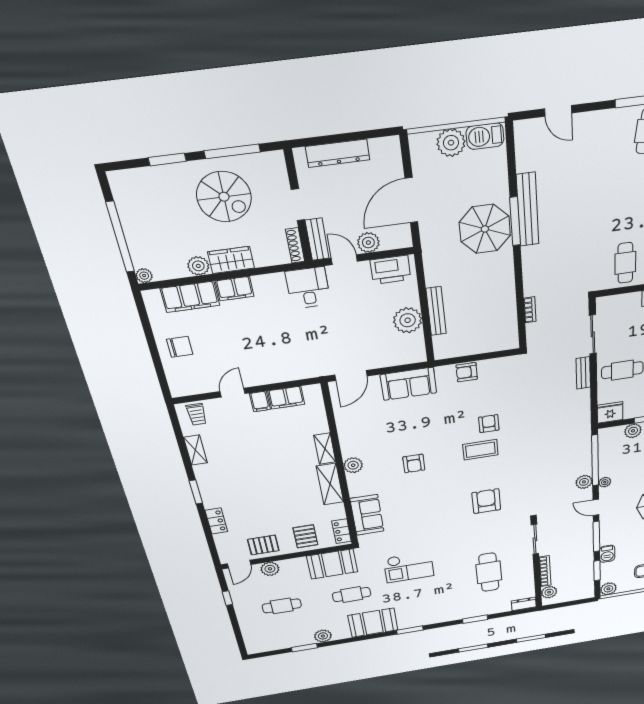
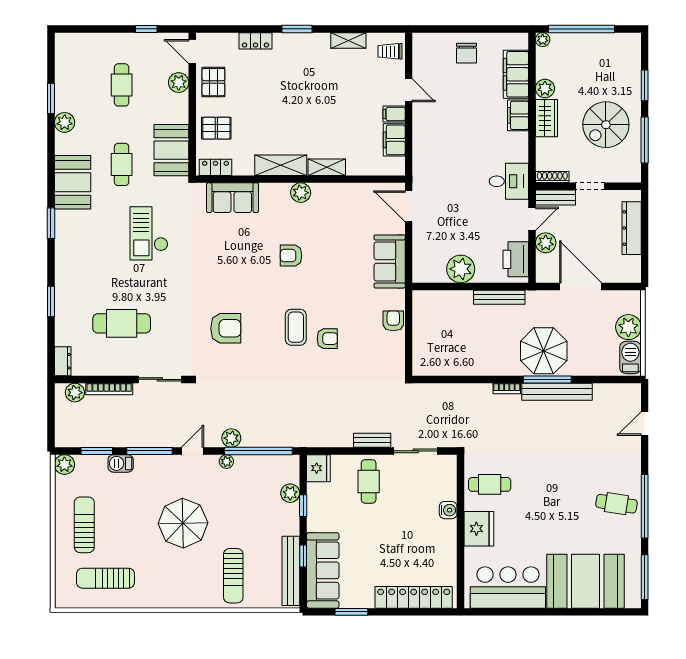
bookcase: (530, 310) -> (507, 388), moved
bench: (436, 311) -> (499, 297), moved

